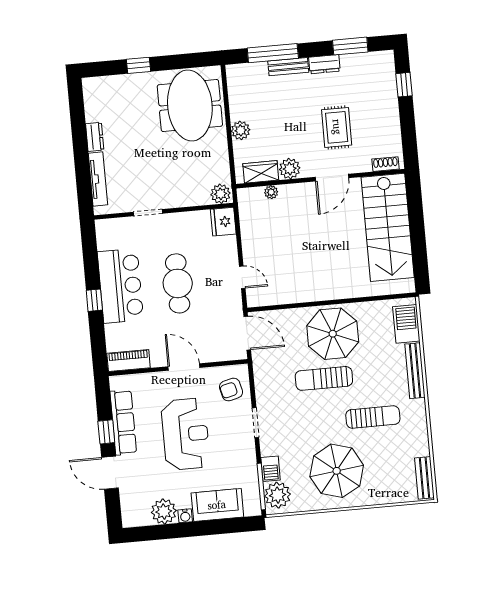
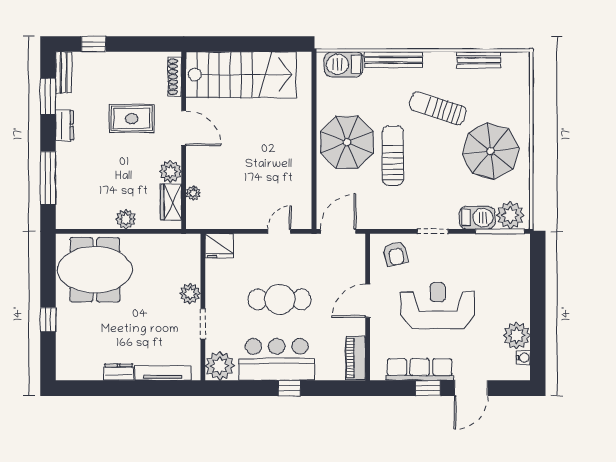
bench: (288, 67) -> (64, 72), moved
shoe rack: (386, 164) -> (175, 77), width x1.43
plant: (221, 194) -> (190, 293), moved
plant: (109, 232) -> (220, 366), added
sun lounger: (324, 378) -> (393, 156), turned 180
sun lounger: (373, 417) -> (438, 108), turned -72
barbecue: (271, 469) -> (477, 218), width x1.38, depth x1.27
bench: (424, 478) -> (478, 60), moved
sofa: (217, 505) -> (515, 279), removed
water cooler: (185, 516) -> (523, 358), moved

